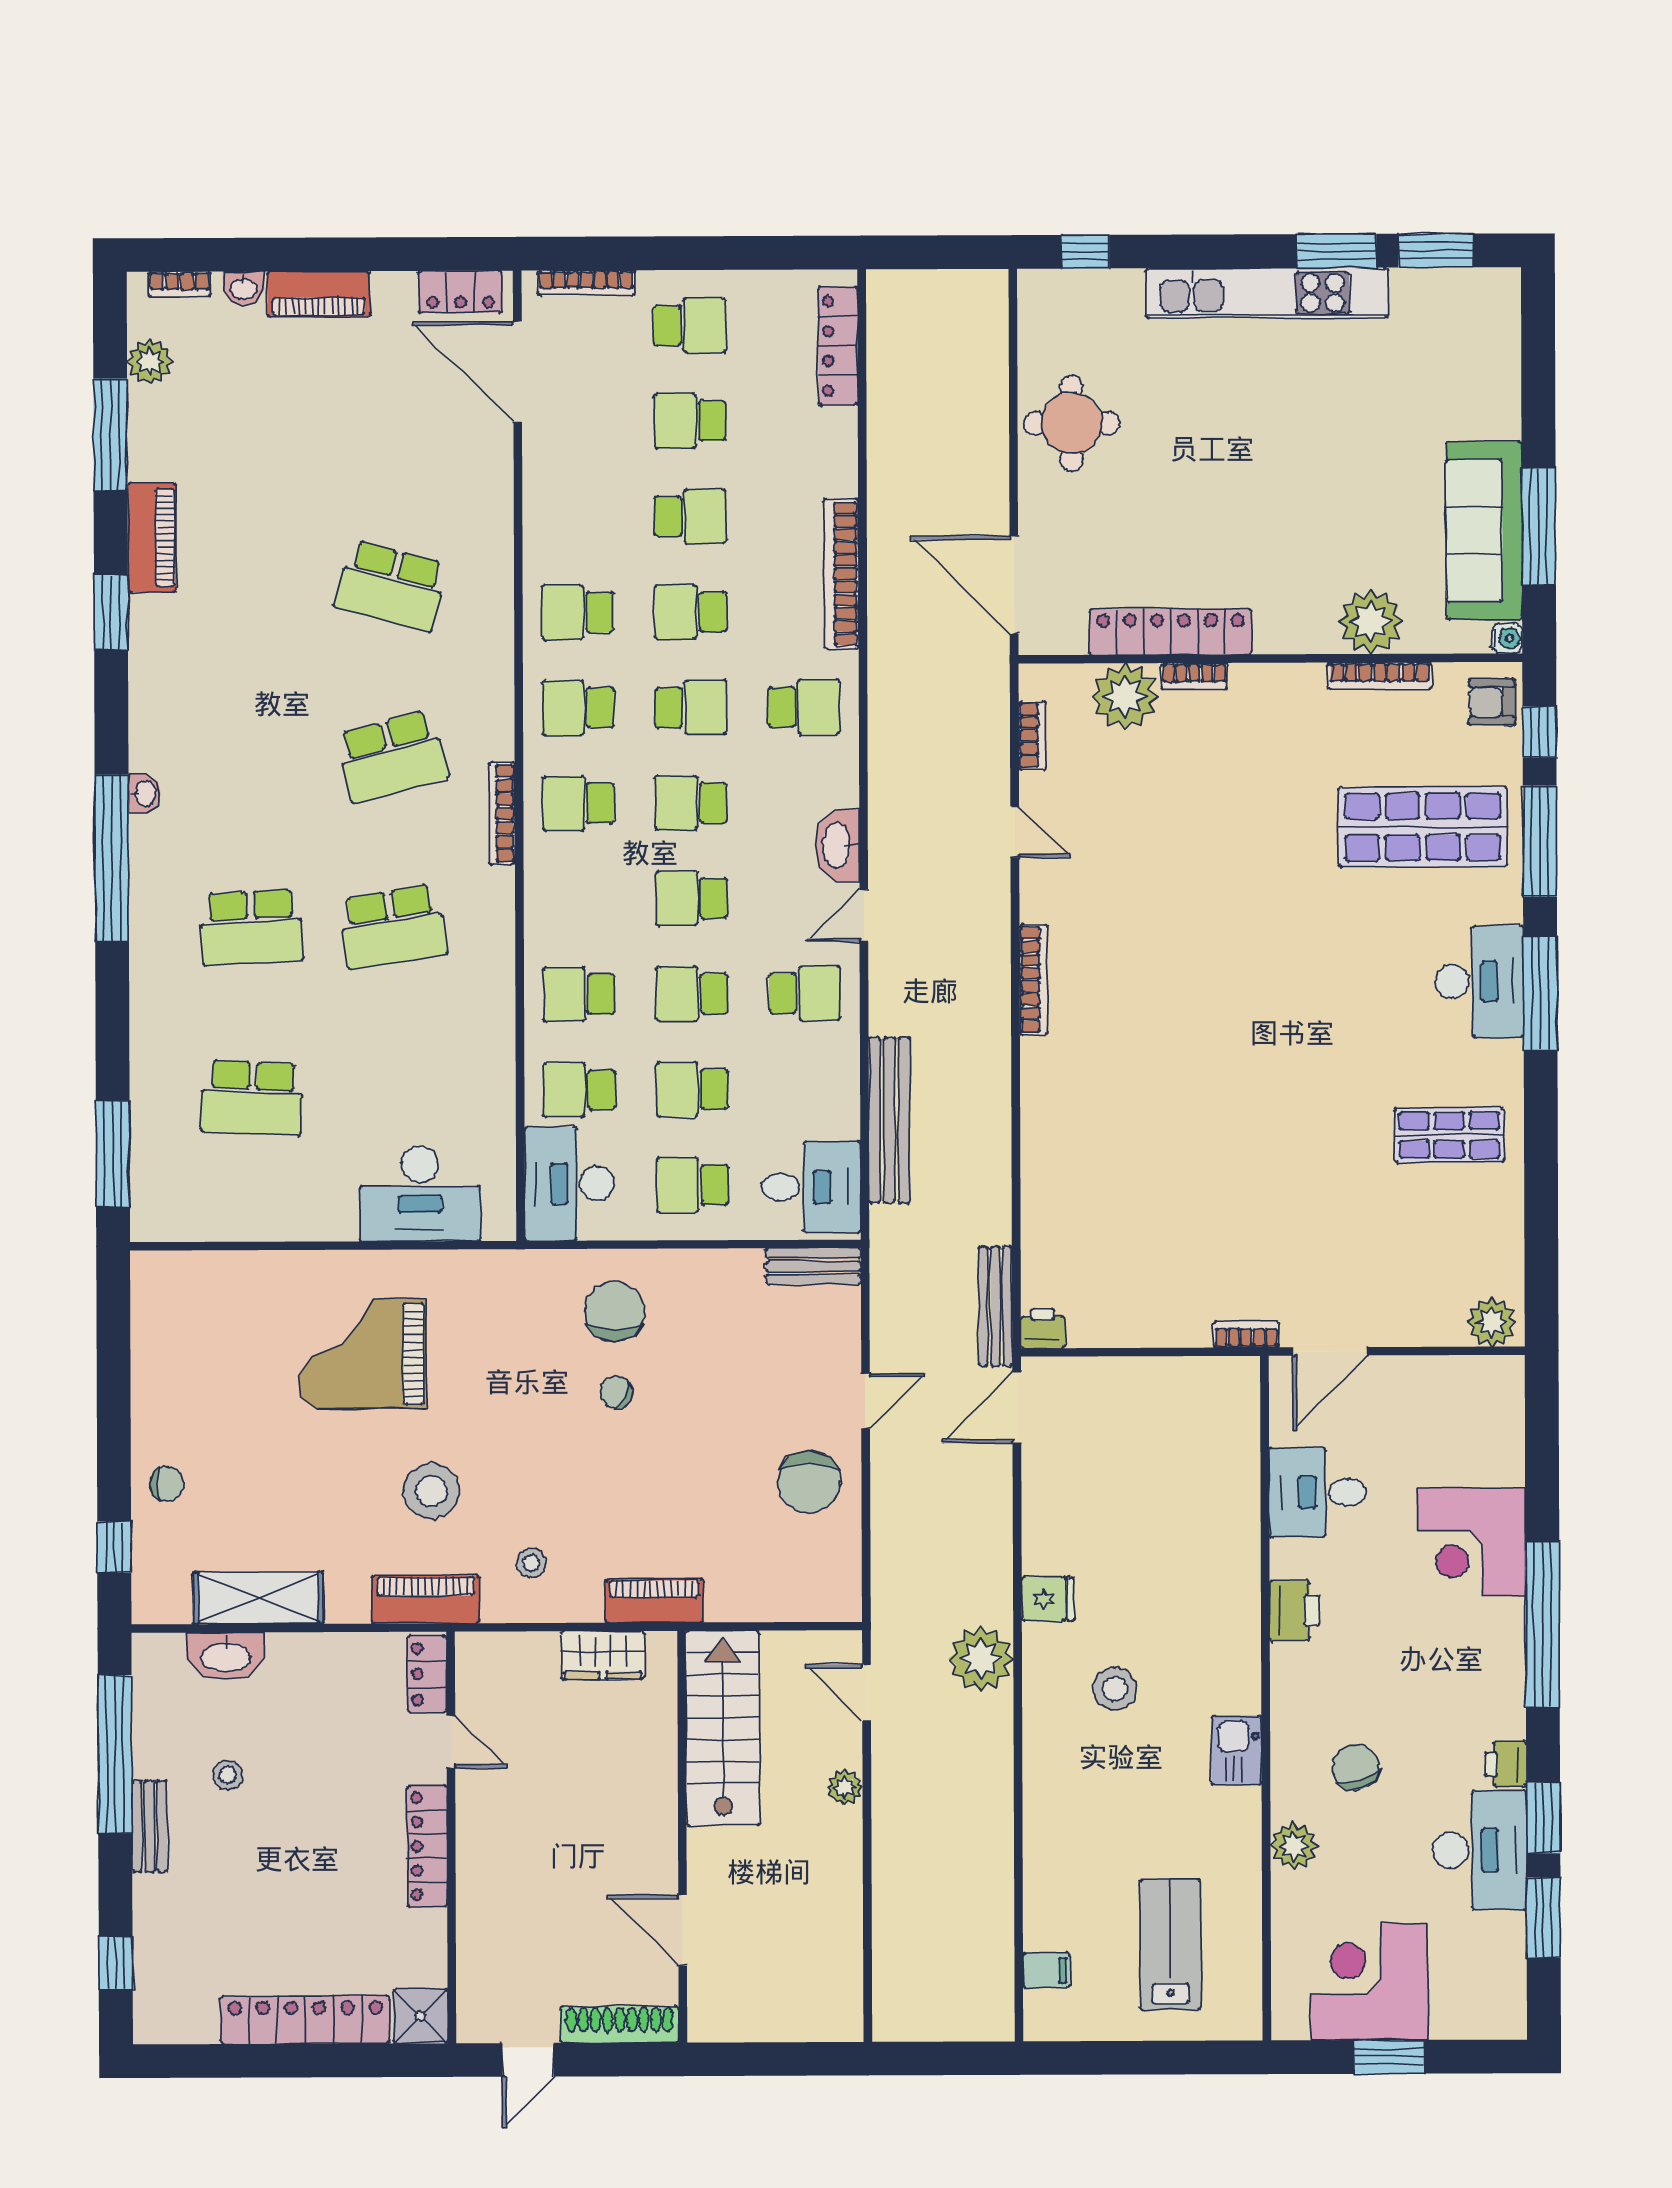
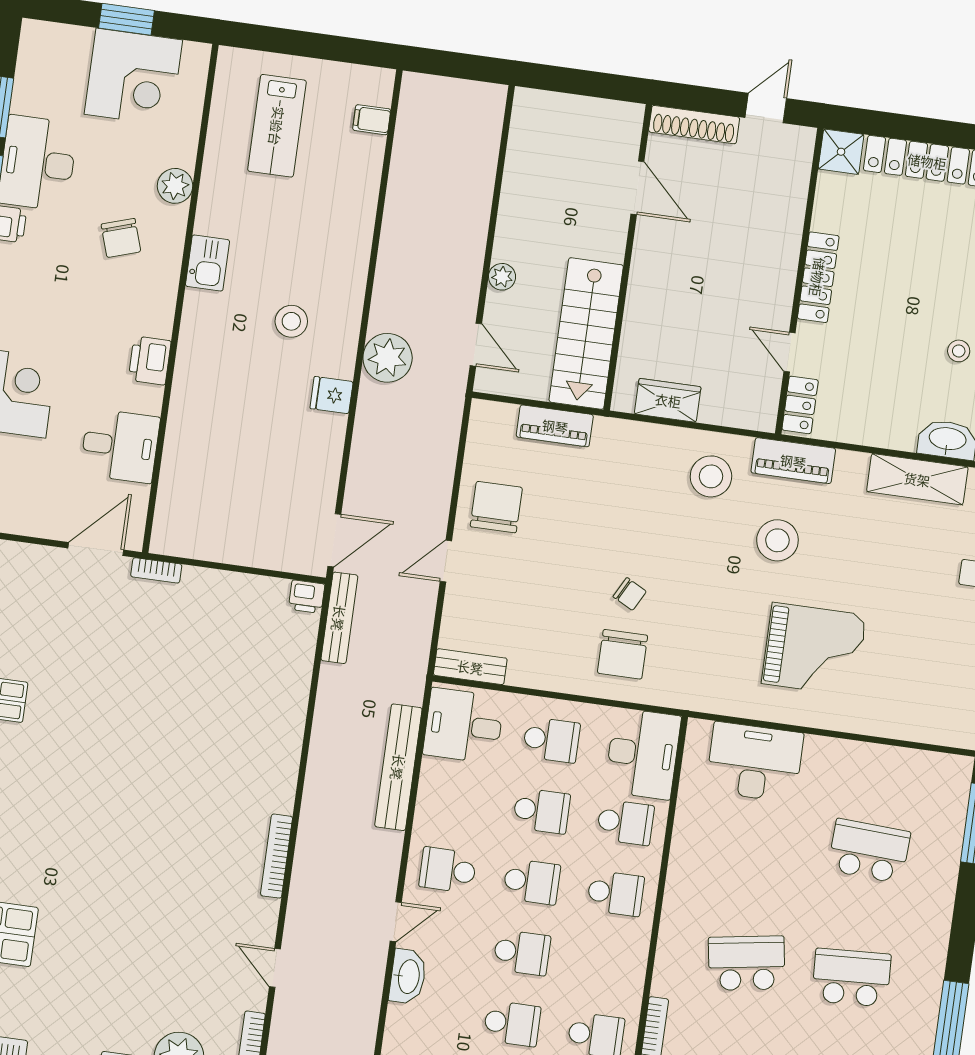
stool: (531, 1563) -> (711, 476), width x1.89, depth x1.89
piano: (654, 1601) -> (555, 426), moved

